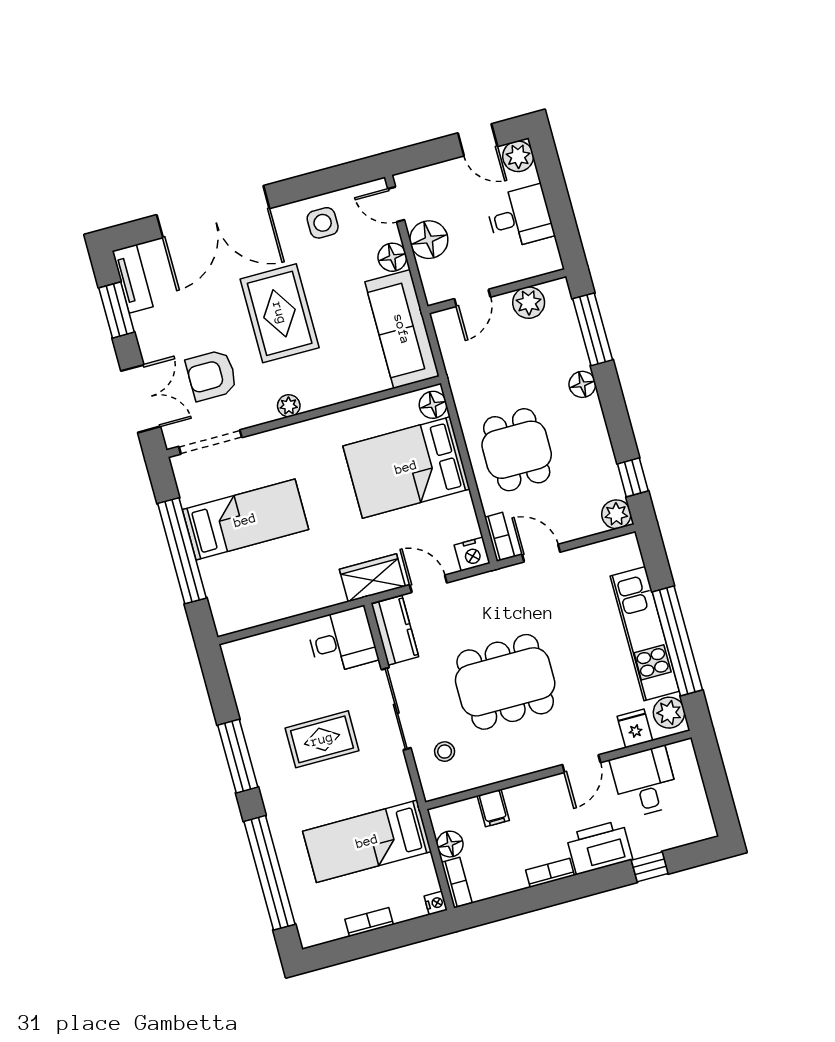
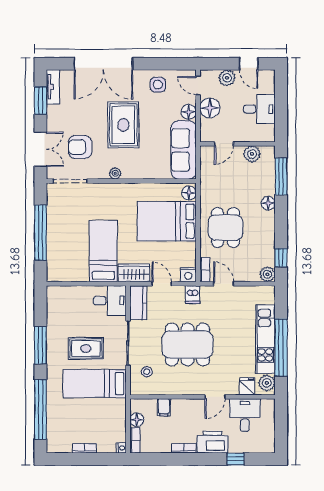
plant: (518, 156) -> (227, 78), moved
bed: (245, 520) -> (103, 251), moved, turned -90
dishwasher: (490, 589) -> (193, 295), added
bed: (367, 841) -> (95, 383), moved

